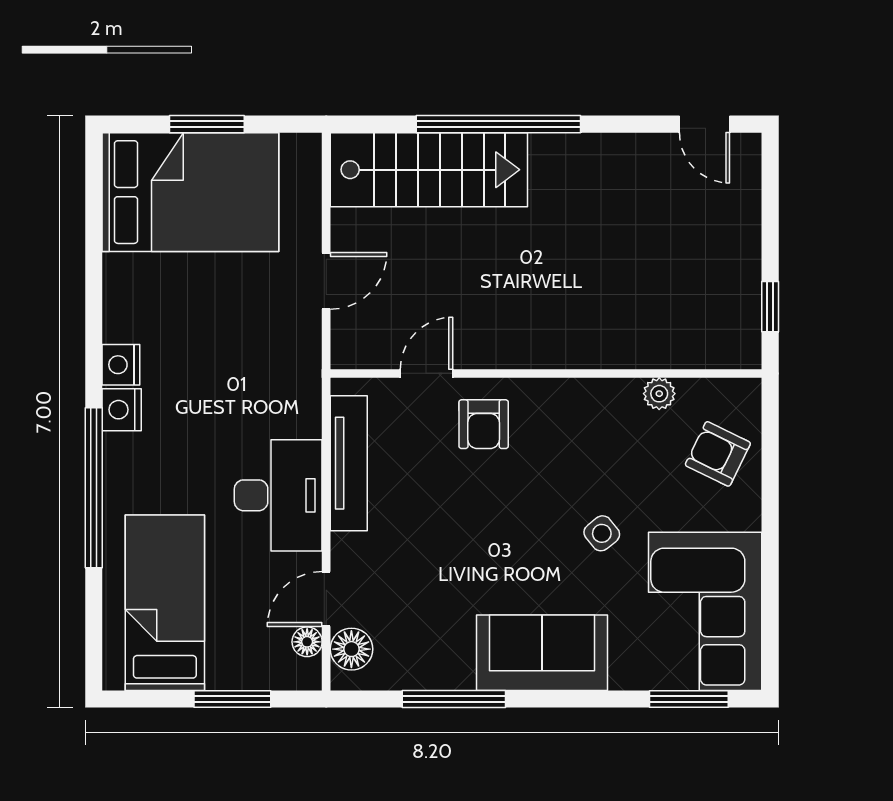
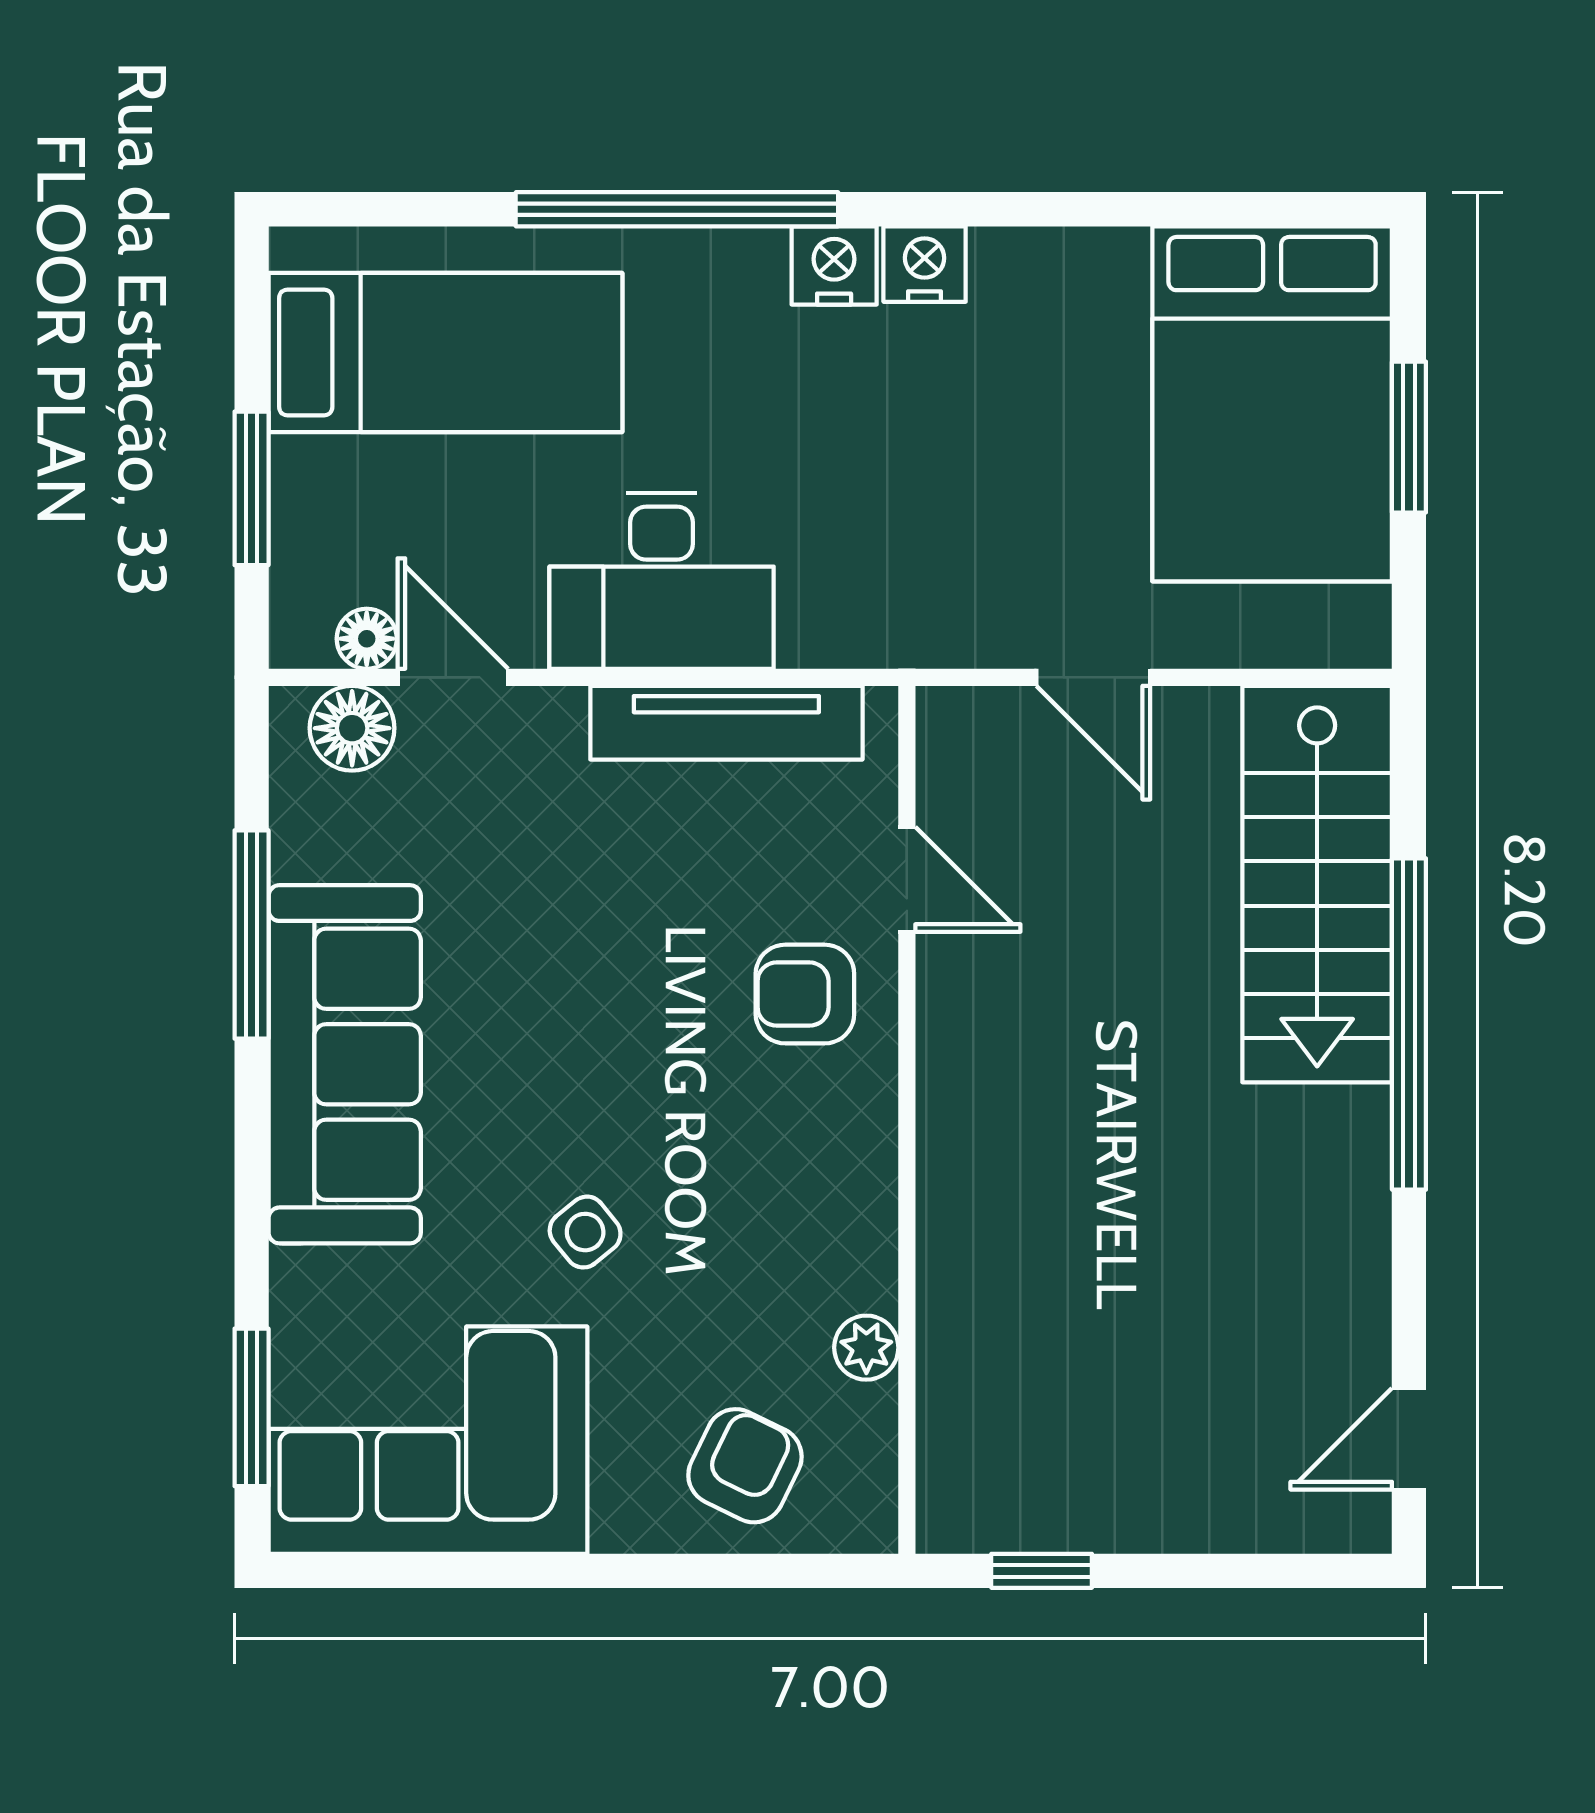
sofa: (542, 653) -> (345, 1064), width x1.36

